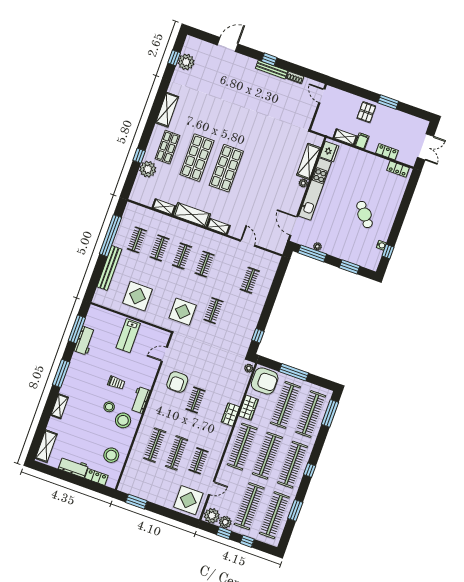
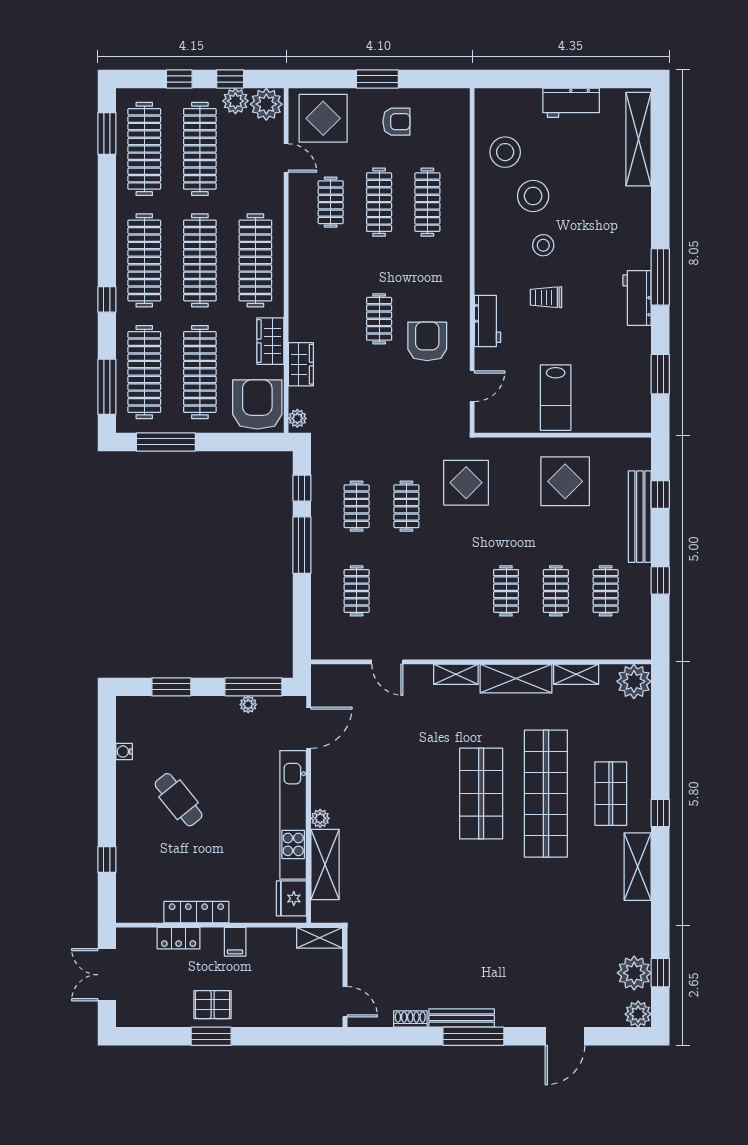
plant: (191, 43) -> (638, 1014), added
window: (269, 59) -> (473, 1036), width x2.17
pallet: (366, 112) -> (213, 1005), moved, turned 90
shelving: (345, 137) -> (320, 938), moved
window: (139, 156) -> (660, 813), moved
shop shelf: (197, 158) -> (546, 794), width x1.40
plant: (148, 169) -> (634, 681), moved
locker: (398, 169) -> (196, 912), moved, width x1.53
door: (294, 226) -> (309, 728), hinge flipped
window: (110, 236) -> (660, 580), width x0.32
window: (388, 251) -> (107, 859), moved
clothes rail: (205, 264) -> (357, 506), moved
window: (96, 275) -> (660, 494), added
window: (267, 310) -> (302, 545), added
window: (77, 329) -> (660, 374), width x0.69
lab bench: (128, 336) -> (556, 398), turned 180
workbench: (85, 341) -> (637, 298), moved
window: (294, 372) -> (166, 442), moved
armchair: (265, 381) -> (257, 404), turned 90
workbench: (140, 400) -> (487, 321), moved
shelving: (60, 406) -> (640, 211), removed
wardrobe: (230, 414) -> (301, 364), moved
stool: (123, 420) -> (533, 196), moved
shelving: (46, 446) -> (639, 139), width x1.47
window: (310, 470) -> (107, 299), moved
locker: (96, 477) -> (519, 99), removed
armchair: (156, 487) -> (396, 122), added
door: (212, 488) -> (286, 158), swing flipped
window: (136, 502) -> (377, 79), moved
window: (295, 510) -> (107, 133), moved

